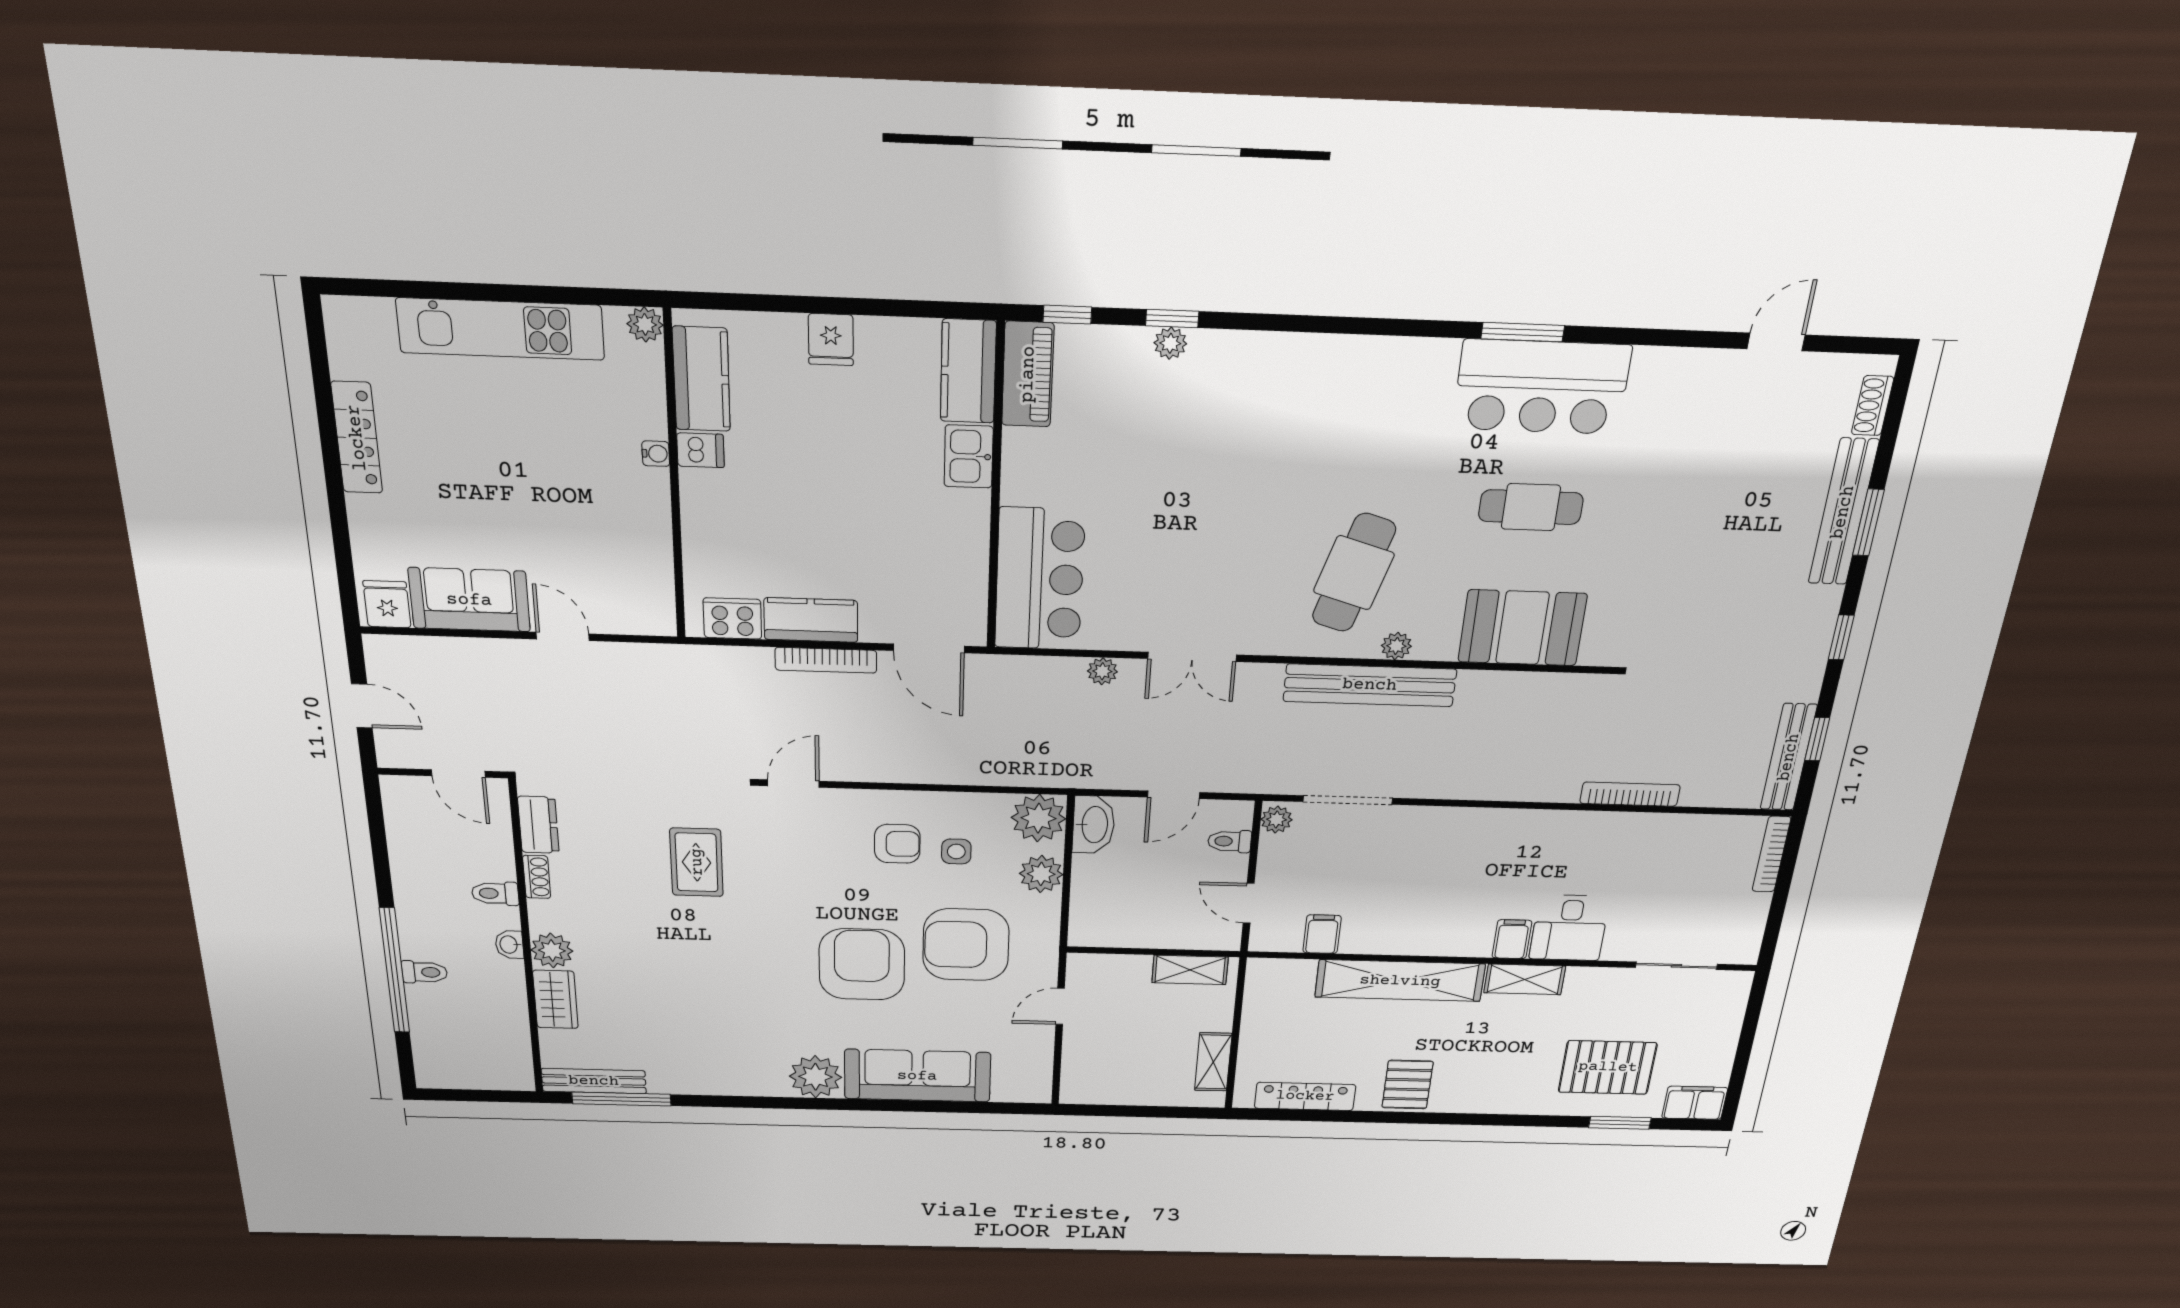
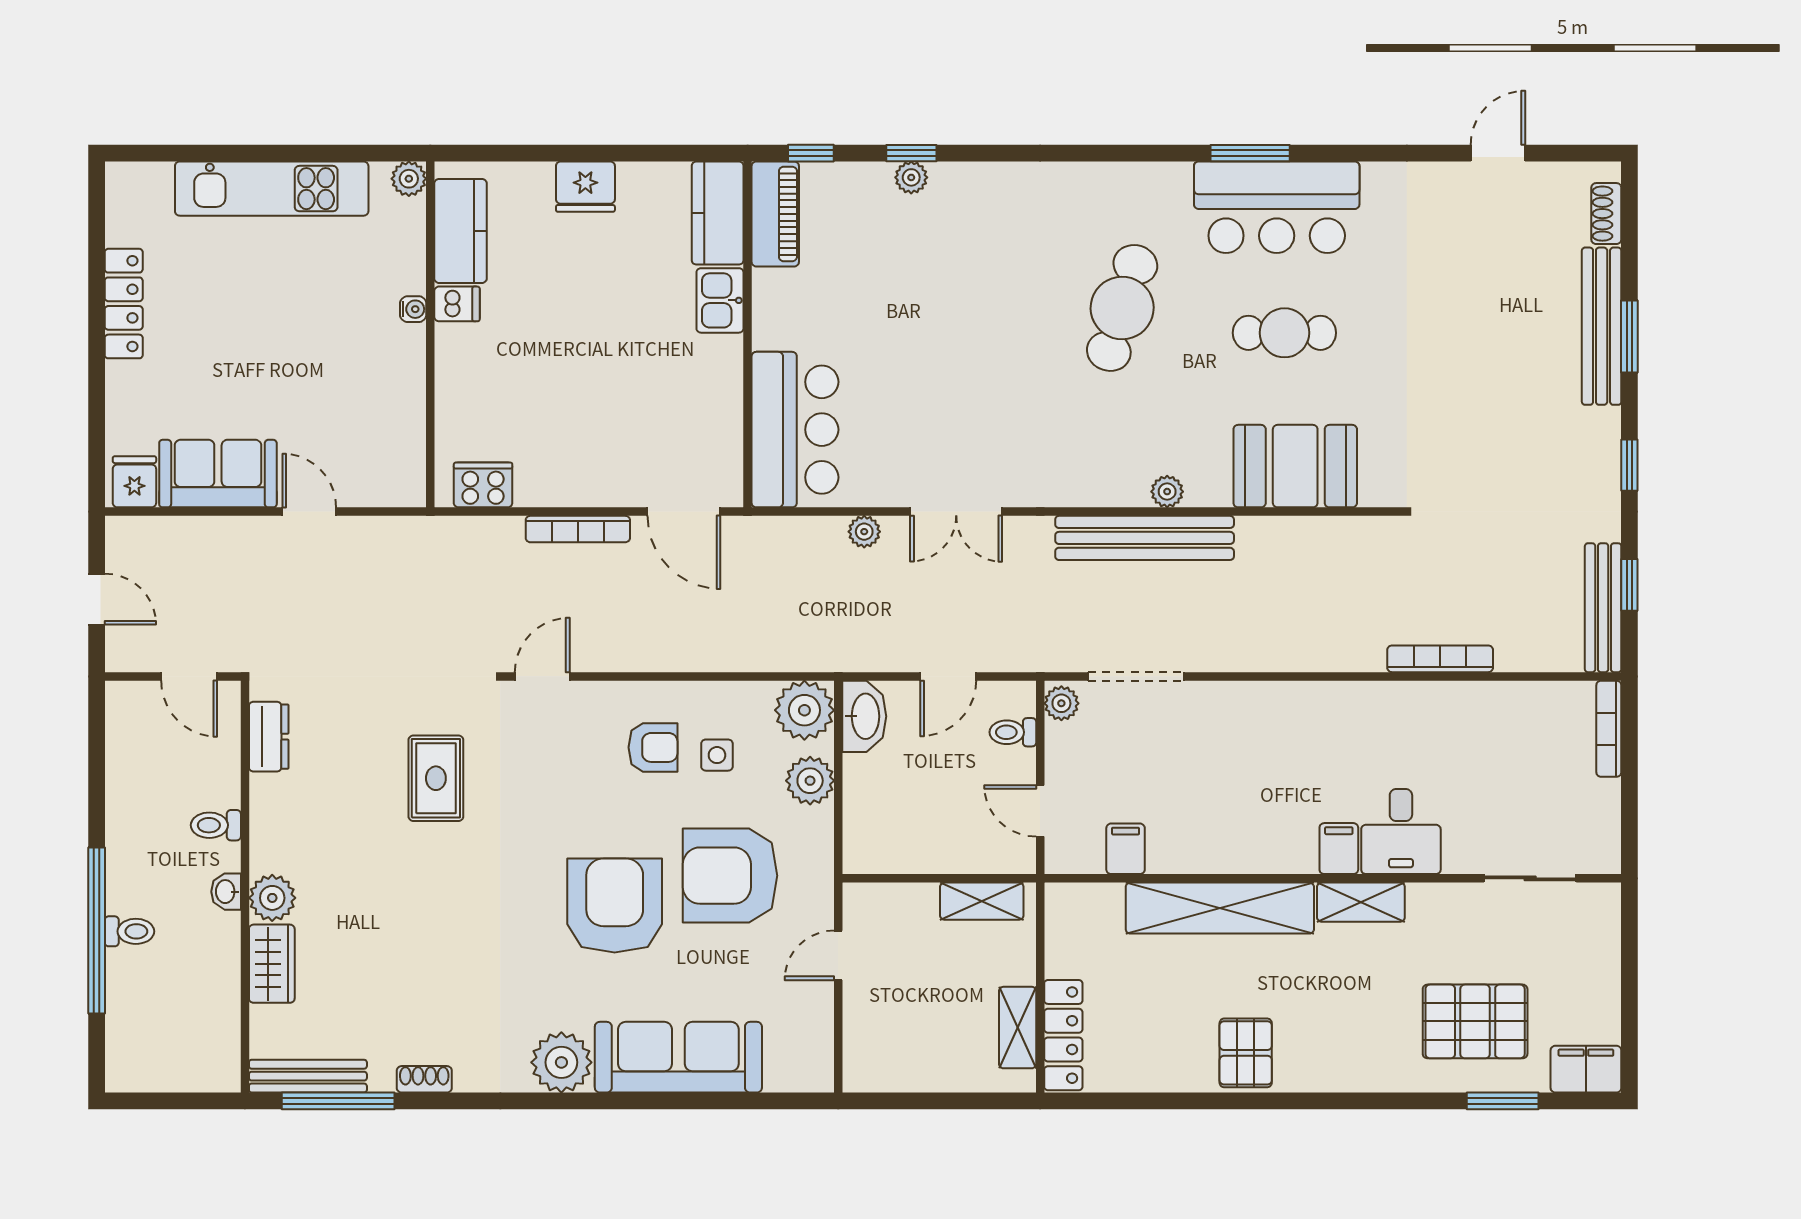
fridge: (831, 340) -> (585, 187), width x1.38
cafe table: (1354, 573) -> (1122, 308), moved
kitchen counter: (811, 620) -> (563, 484), removed
shoe rack: (537, 877) -> (424, 1079), moved, turned -90
locker: (1305, 1096) -> (1063, 1035), moved, turned 90

